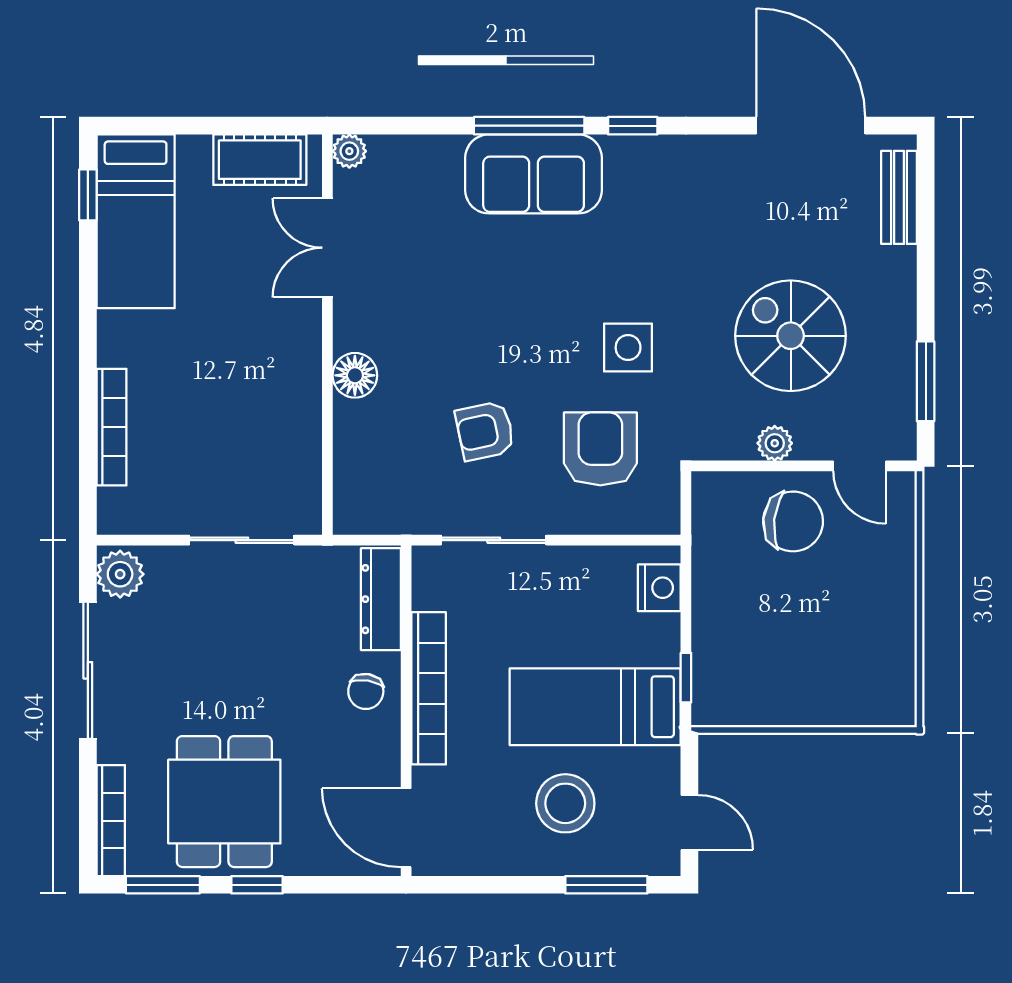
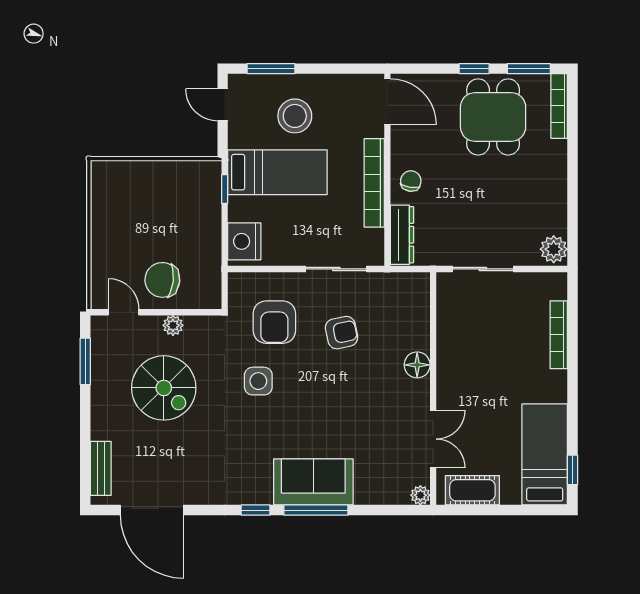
nightstand: (659, 588) -> (244, 241), width x1.36, depth x1.33
sliding door: (88, 670) -> (572, 193), removed

